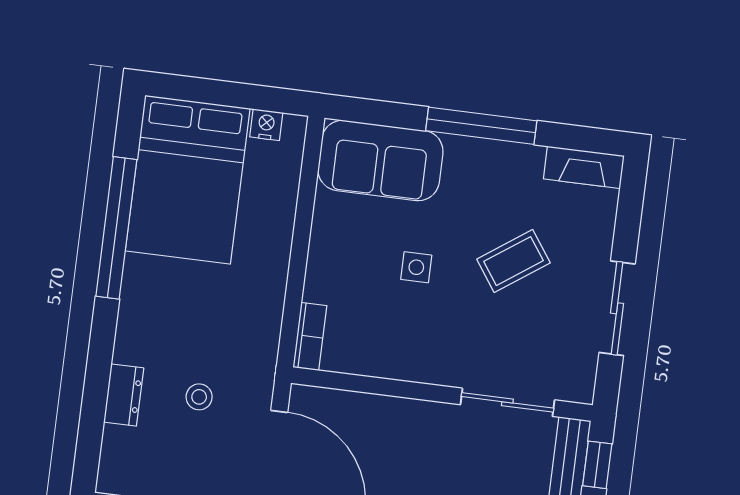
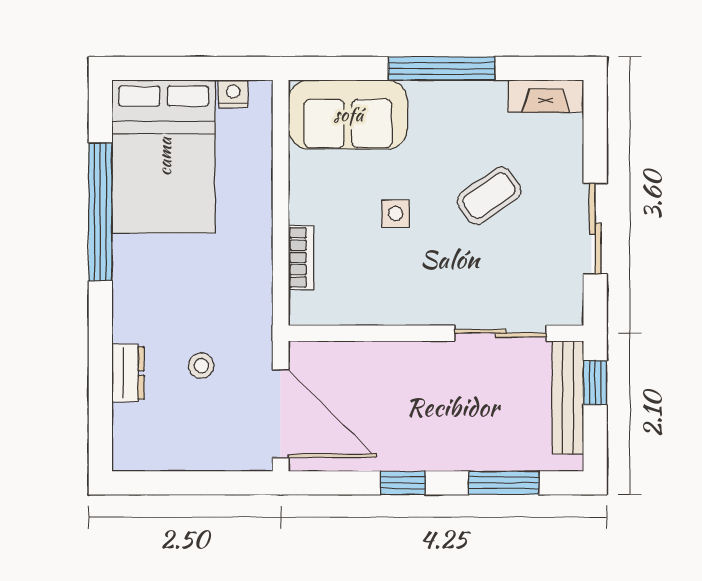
bookcase: (310, 336) -> (301, 257), moved

